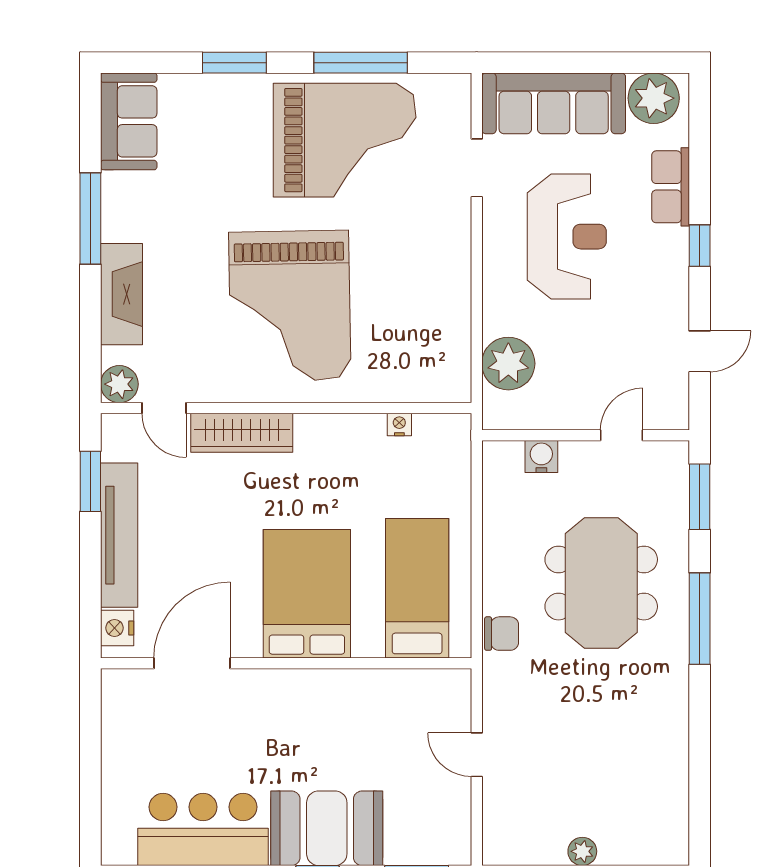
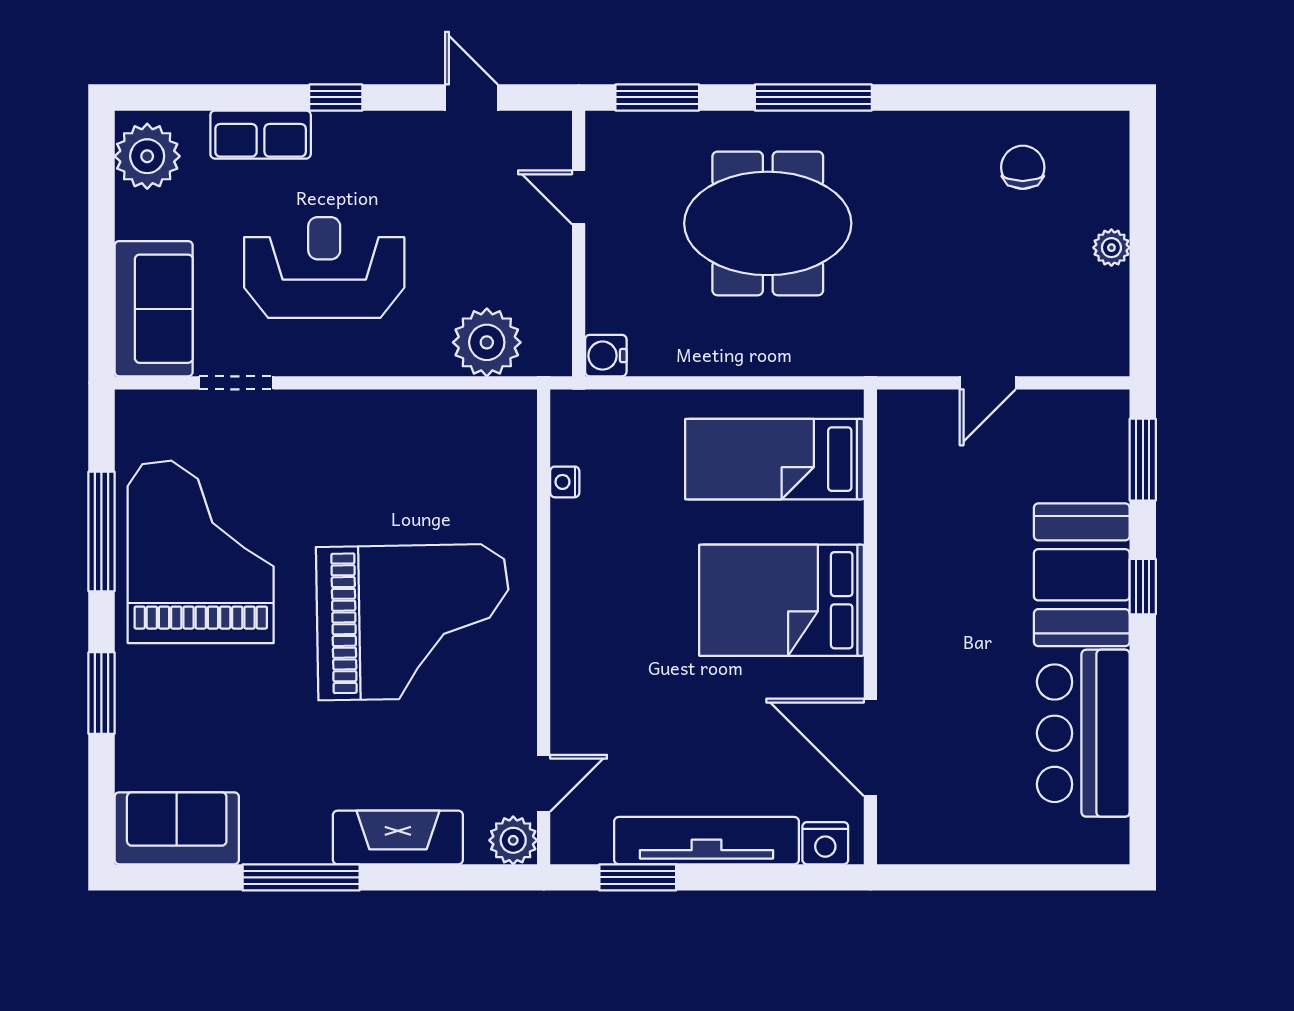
sofa: (554, 103) -> (154, 309), width x0.73
wardrobe: (242, 433) -> (575, 684), removed
water cooler: (541, 457) -> (606, 356), moved
chair: (502, 634) -> (1023, 167), moved

